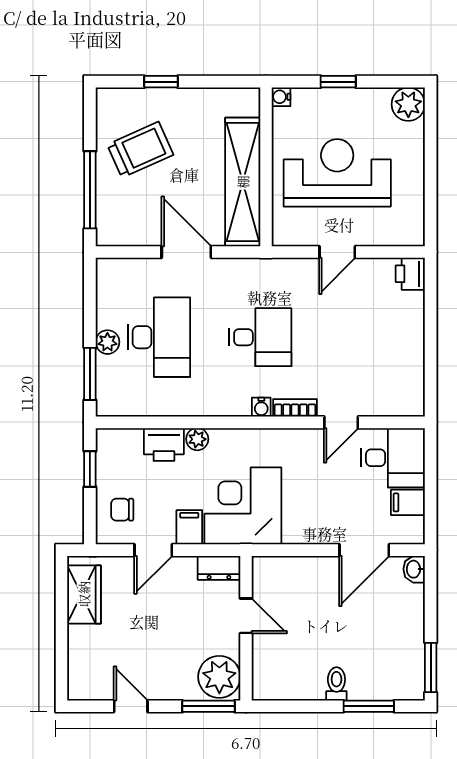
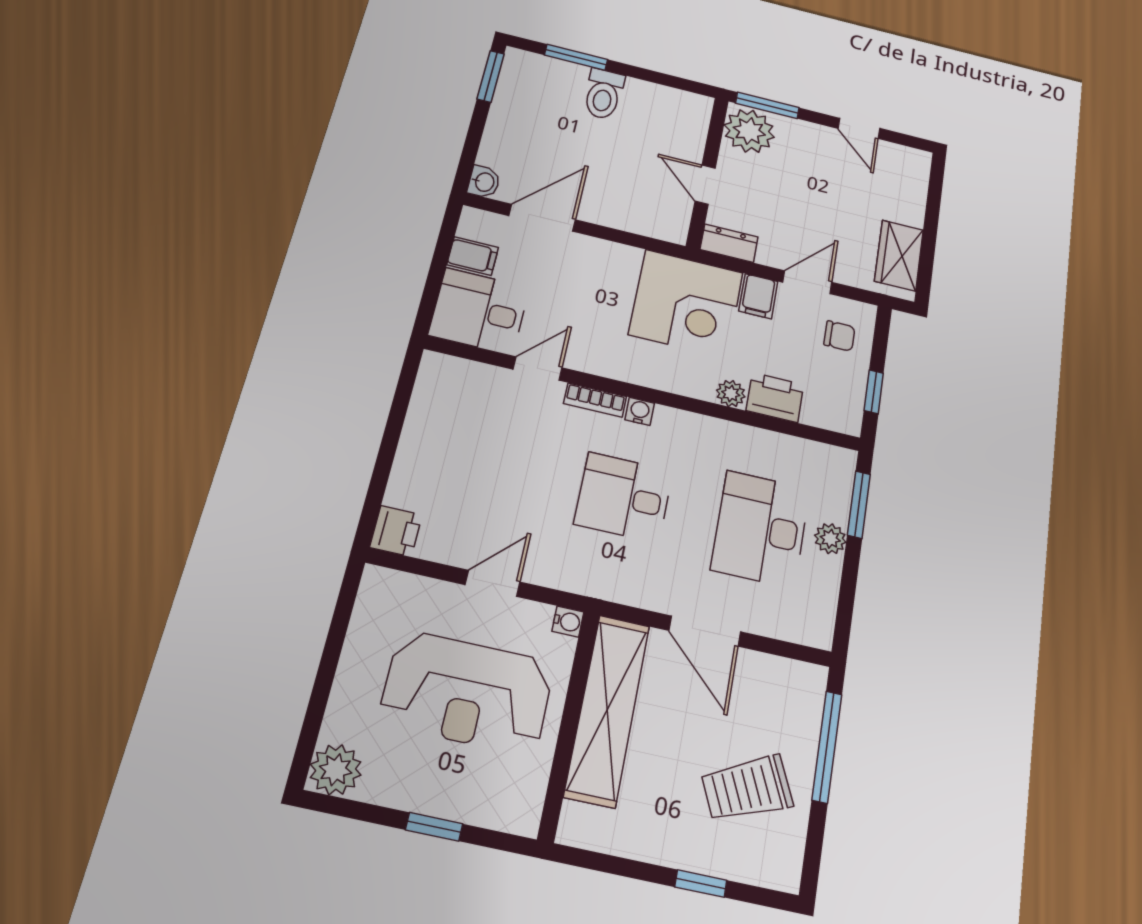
water cooler: (281, 97) -> (568, 622), moved
toilet: (336, 684) -> (604, 94), width x1.37, depth x1.39

